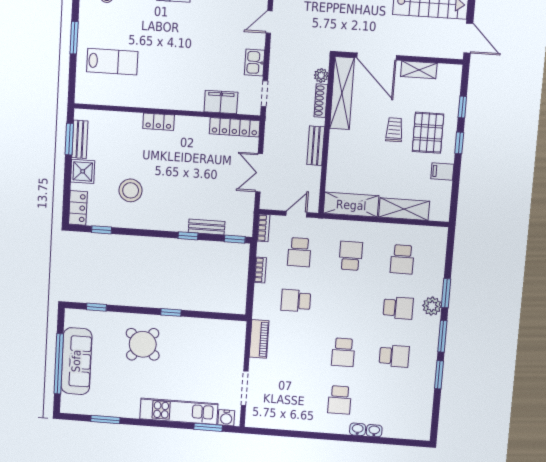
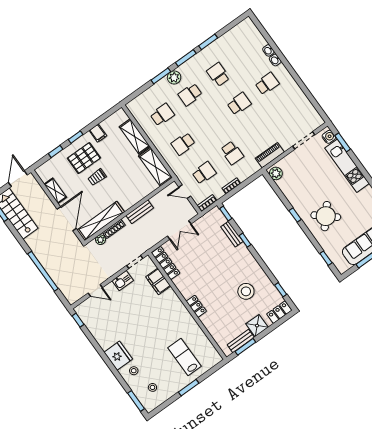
school desk: (398, 308) -> (190, 95), turned -90
plant: (234, 329) -> (276, 173), added

